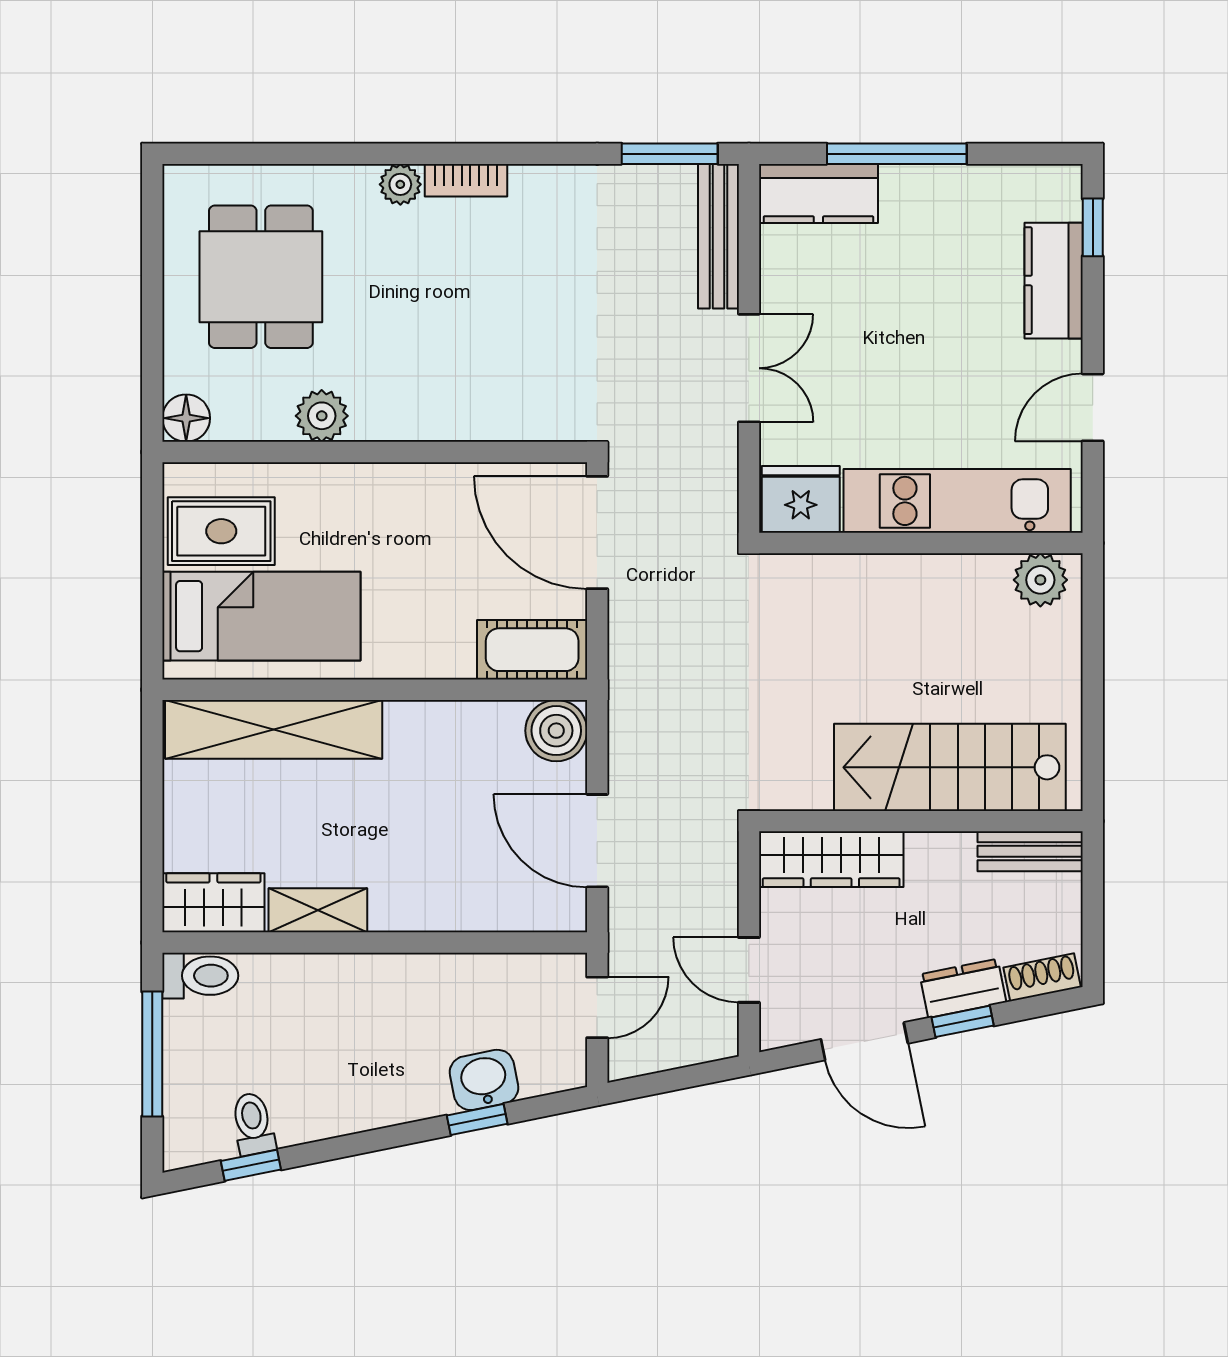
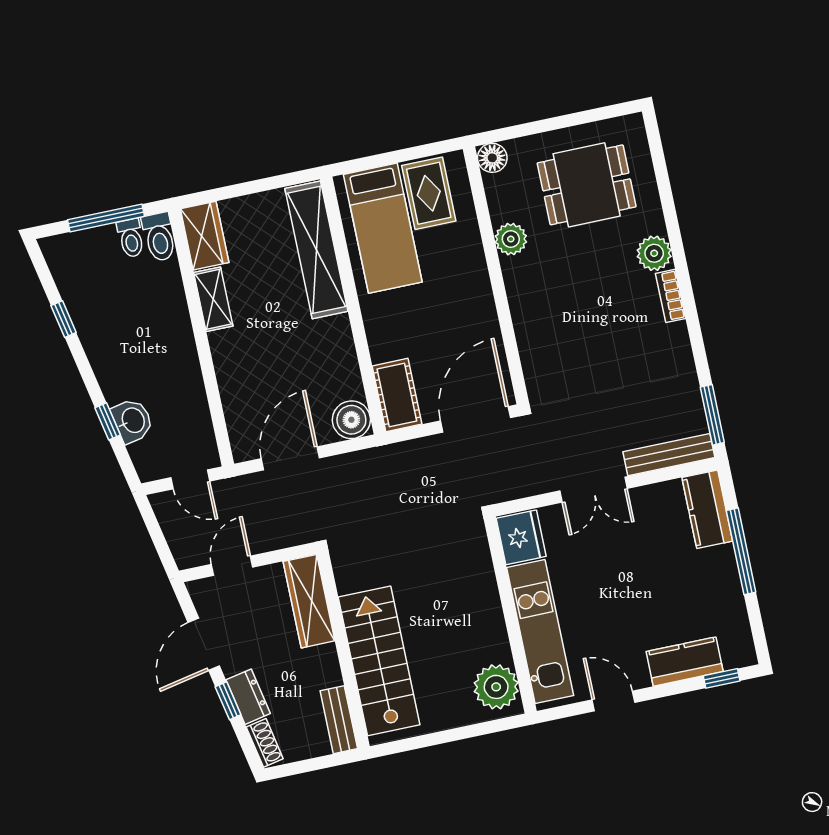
plant: (400, 184) -> (654, 253), width x1.38, depth x1.38
plant: (1040, 580) -> (496, 687), width x1.36, depth x1.36
toilet: (253, 1124) -> (131, 238), moved, turned 101
window: (251, 1165) -> (64, 319), moved

